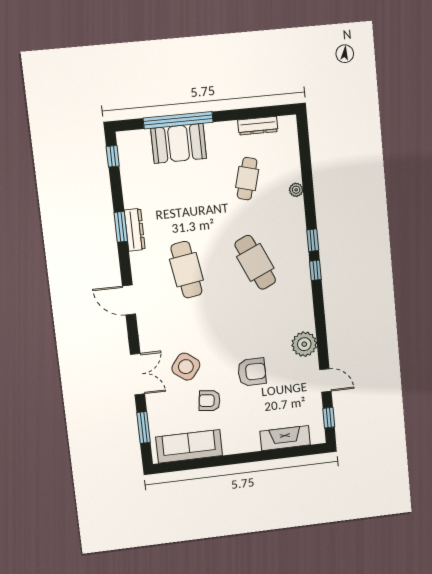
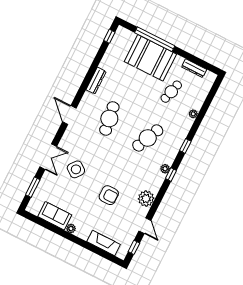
booth: (179, 143) -> (150, 58), width x1.36, depth x1.42
window: (121, 227) -> (90, 75), removed
cafe table: (255, 262) -> (148, 138), turned 48
window: (315, 270) -> (171, 175), moved
plant: (305, 288) -> (165, 169), added
armchair: (210, 401) -> (77, 196), removed
sofa: (189, 446) -> (55, 216), width x0.73
plant: (230, 448) -> (71, 229), added

